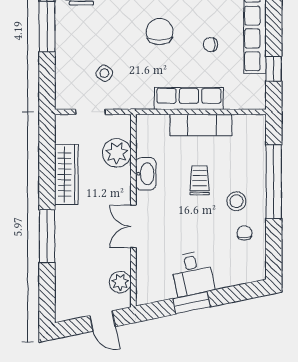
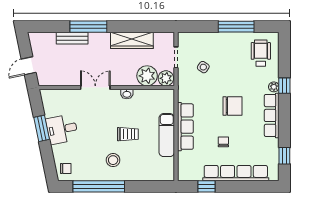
washbasin: (146, 174) -> (127, 94), width x0.52, depth x0.69
window: (274, 182) -> (99, 186), moved
chair: (245, 233) -> (66, 169), moved
bench: (63, 259) -> (72, 38), added
plant: (120, 282) -> (166, 78), moved

